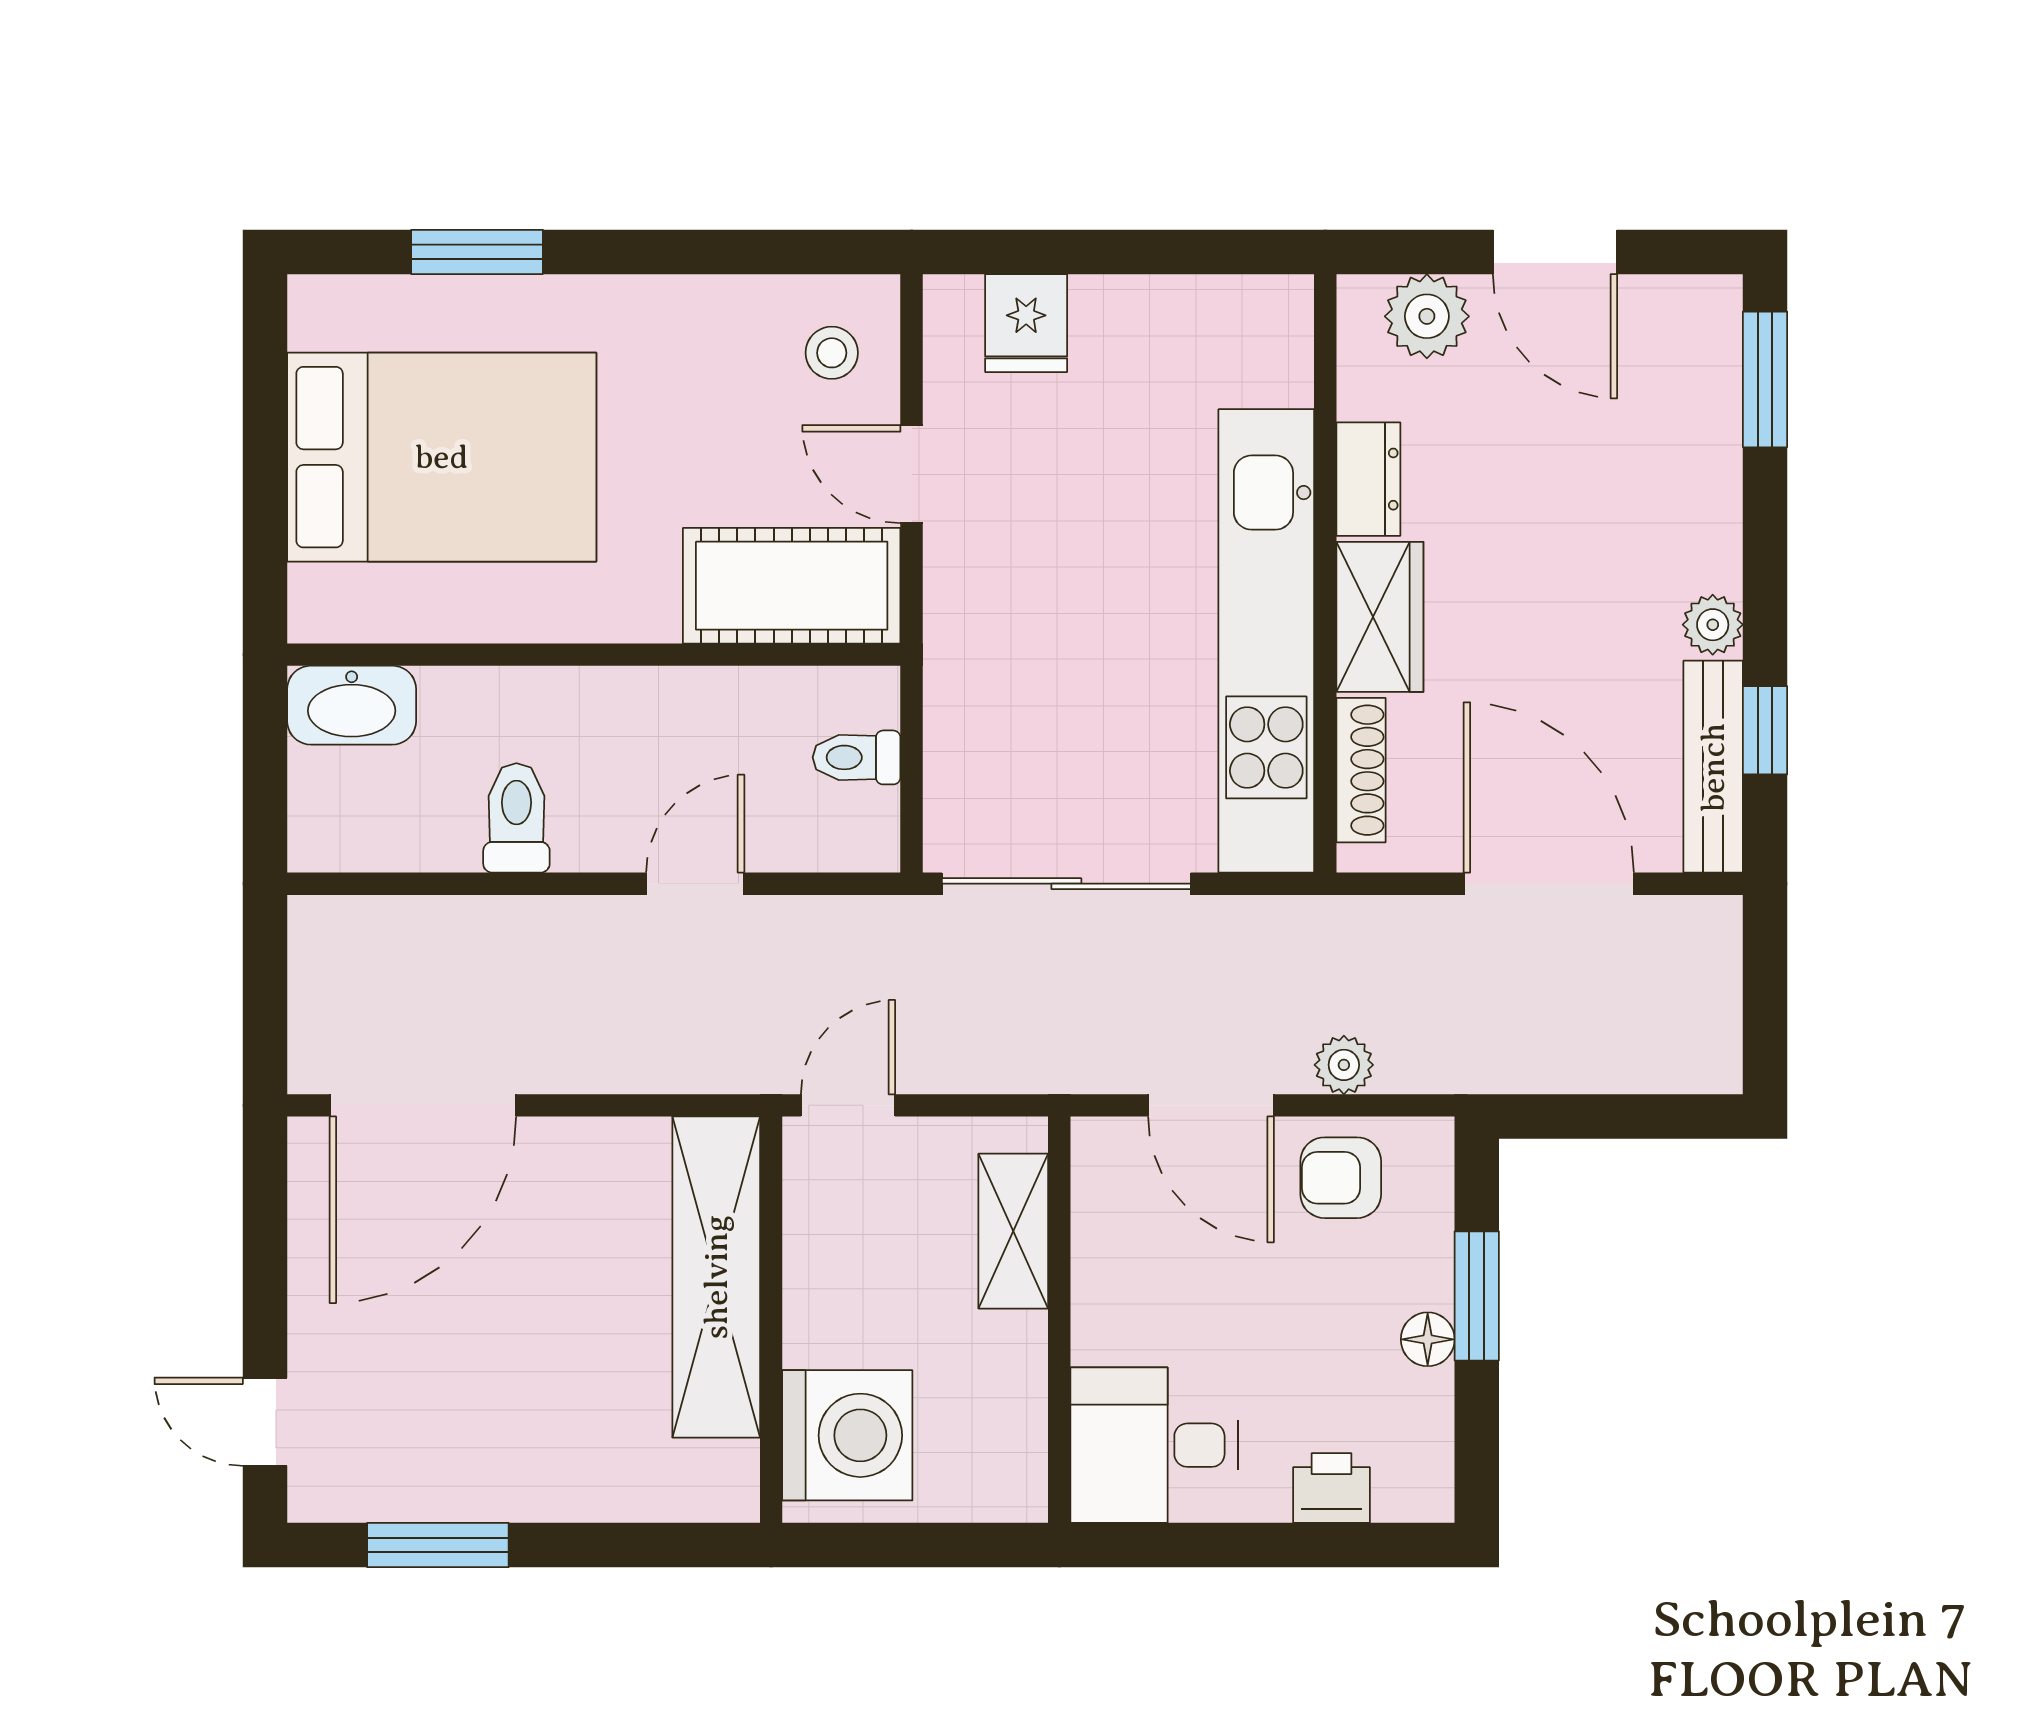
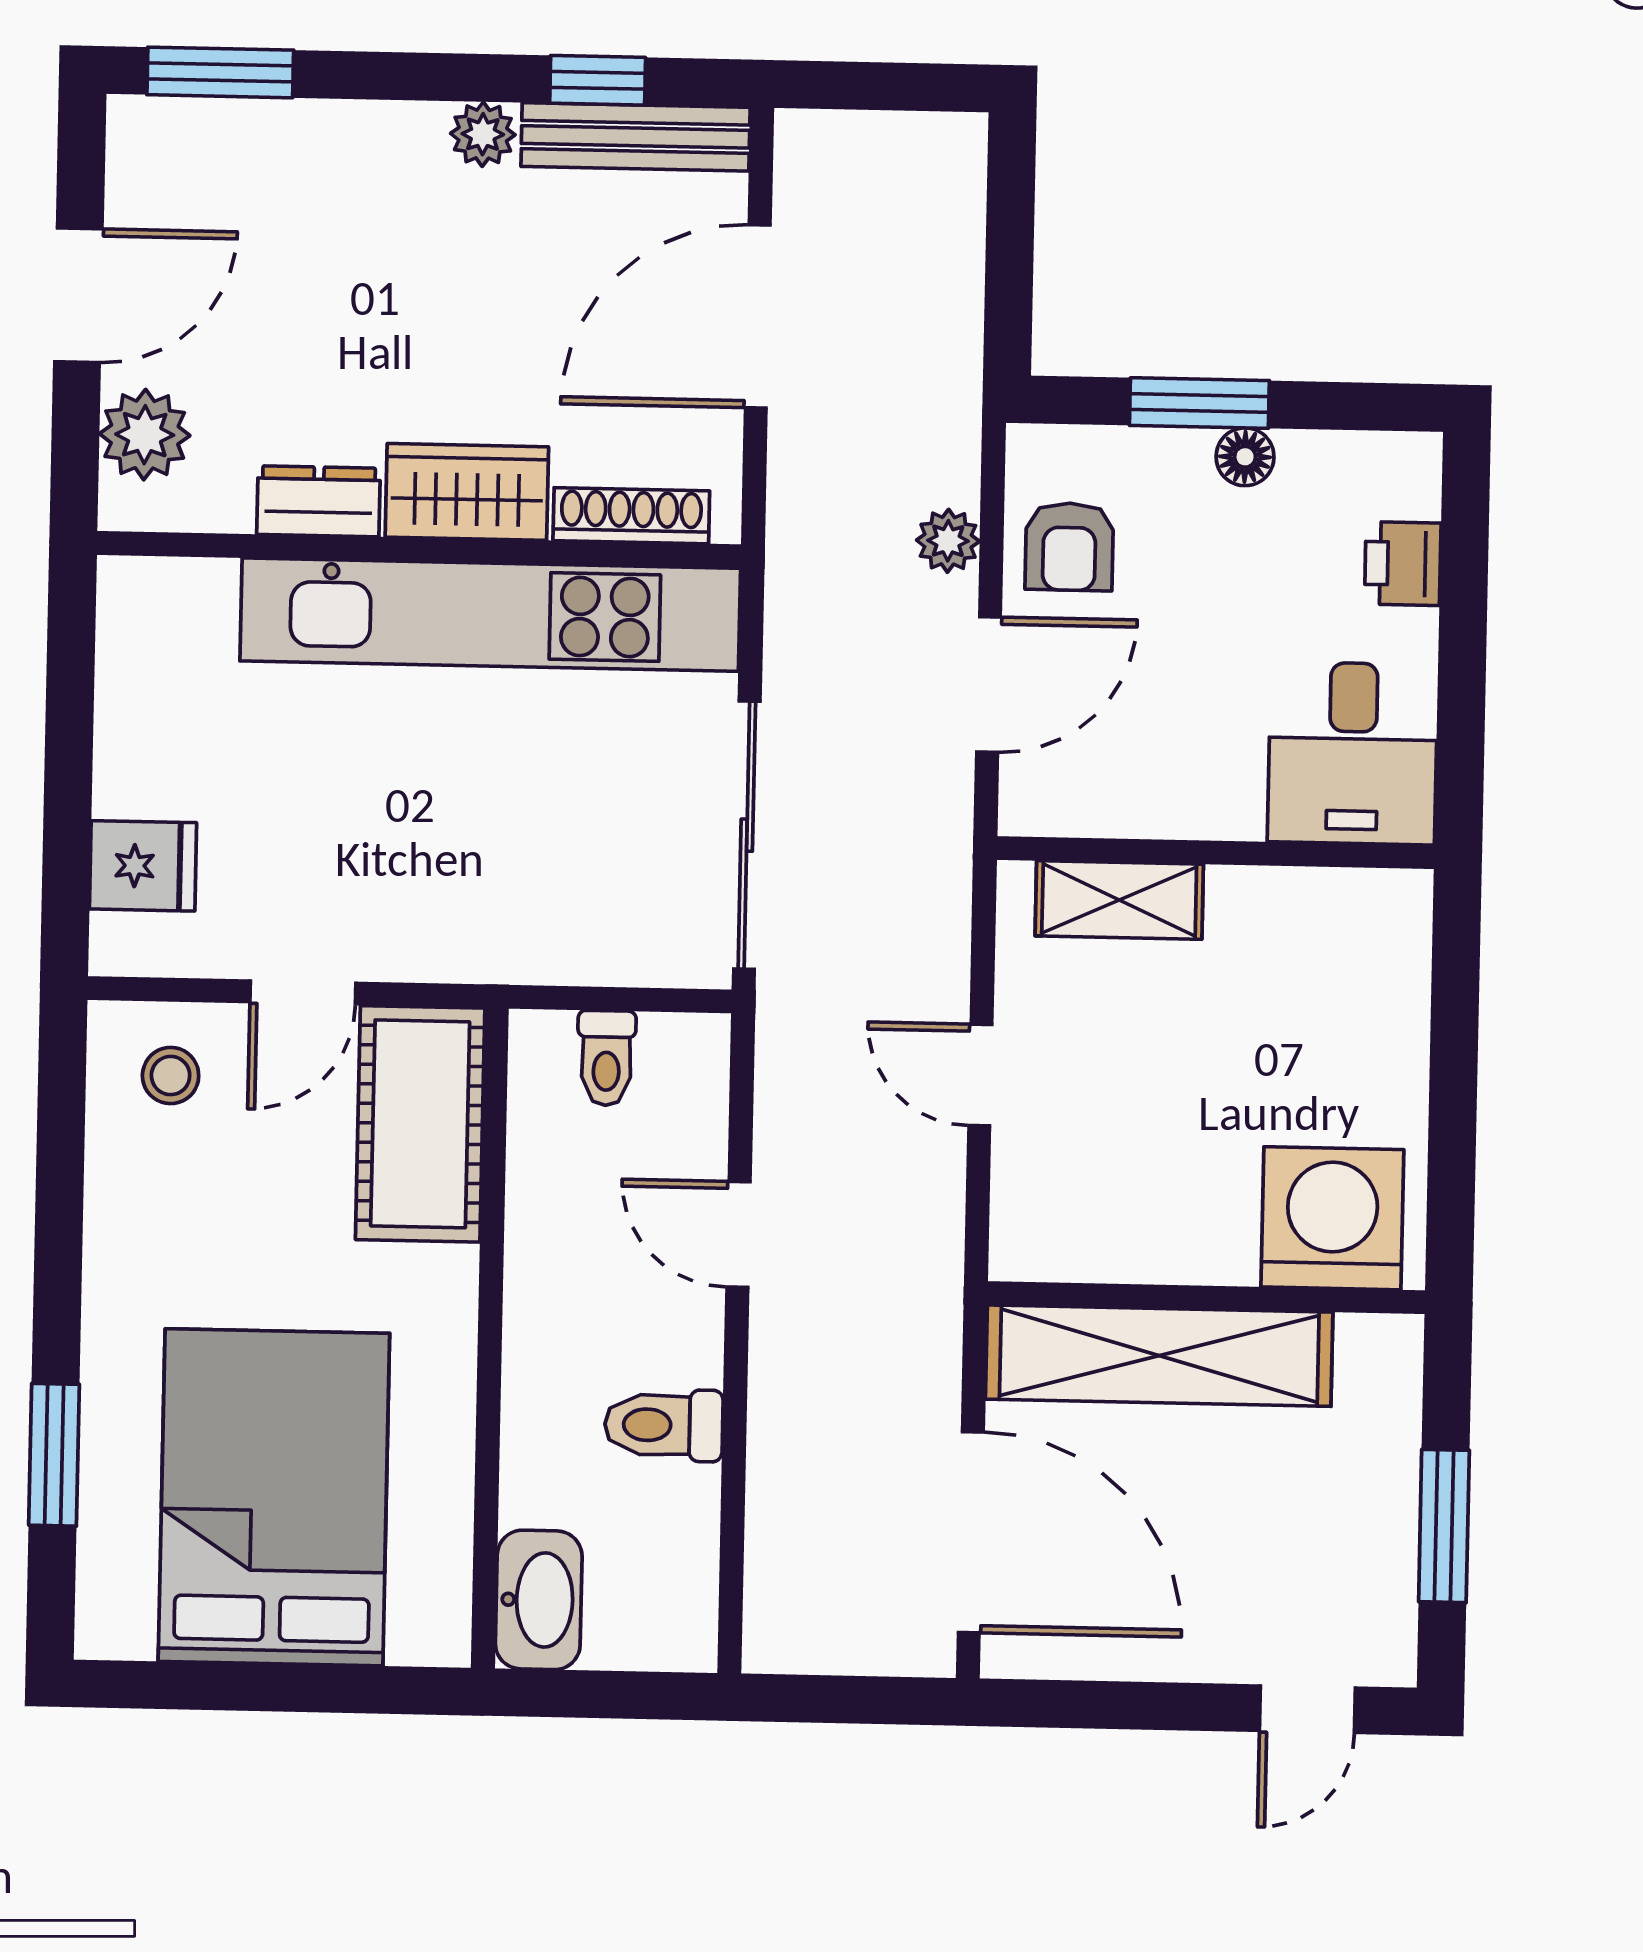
shelving: (716, 1277) -> (1159, 1356), moved
wall: (771, 1320) -> (1206, 1298), moved
washing machine: (847, 1435) -> (1332, 1218), moved

